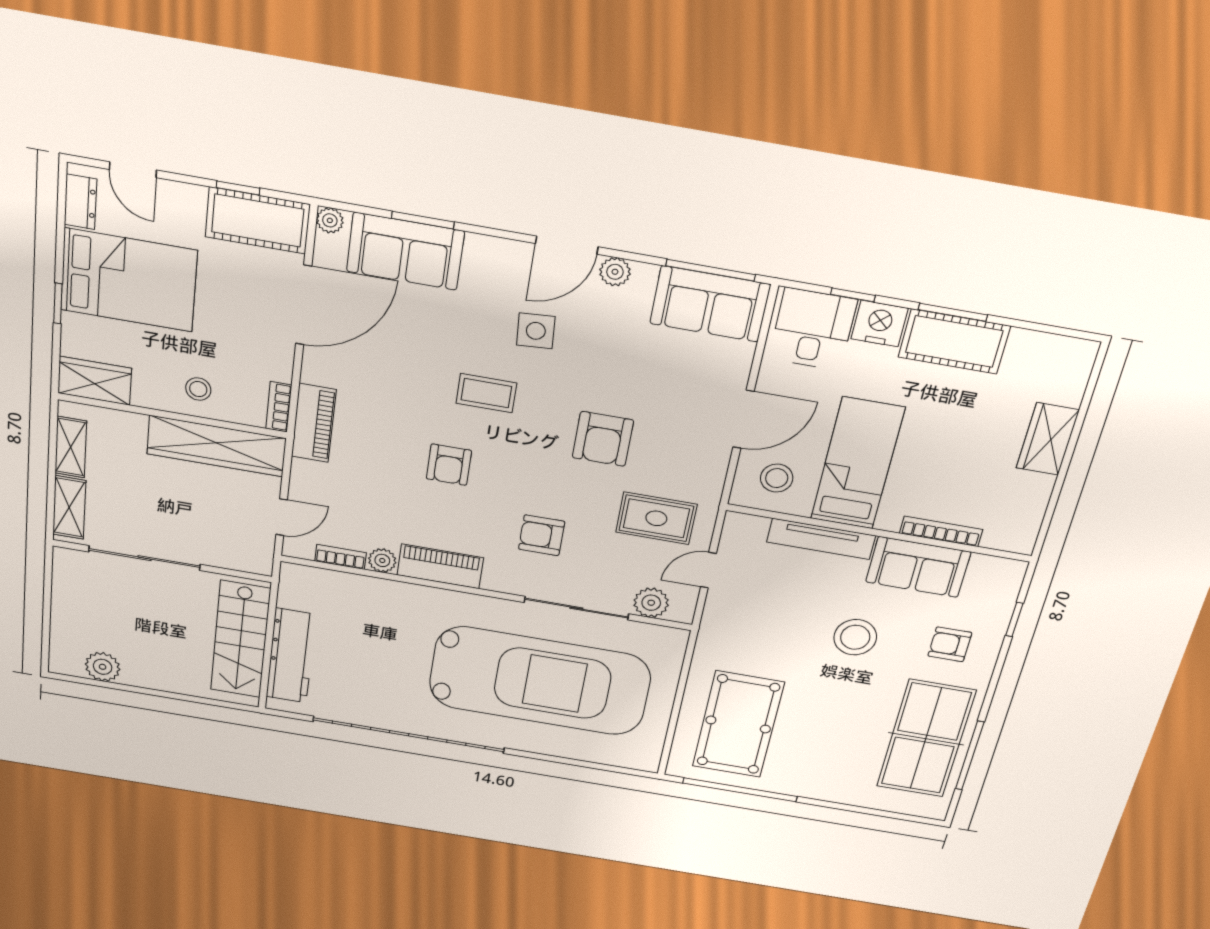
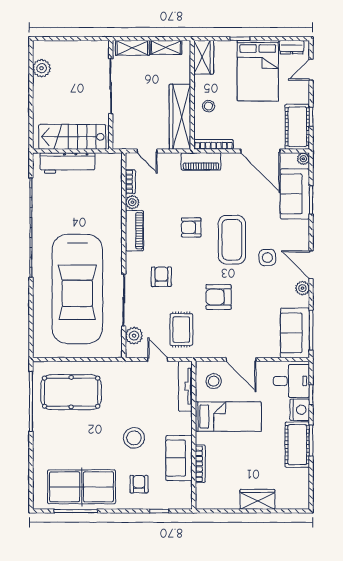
coffee table: (486, 393) -> (232, 240), width x1.86, depth x1.72
bookcase: (279, 407) -> (213, 144), width x1.56
tv unit: (821, 539) -> (185, 386), moved

